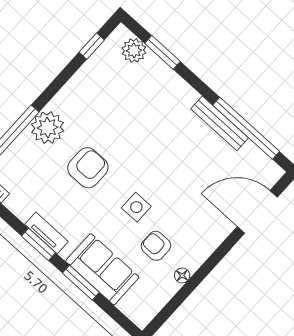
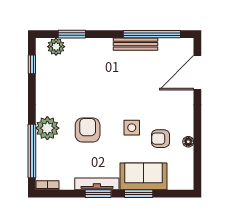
tv unit: (47, 233) -> (97, 184), width x1.41

